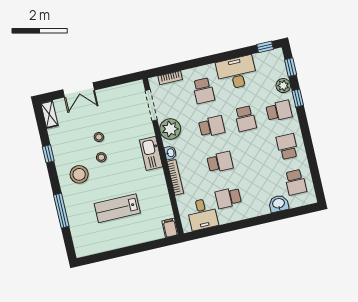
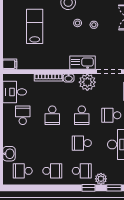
school desk: (279, 111) -> (82, 171), turned -90
kitchen sink: (151, 153) -> (82, 63), moved

